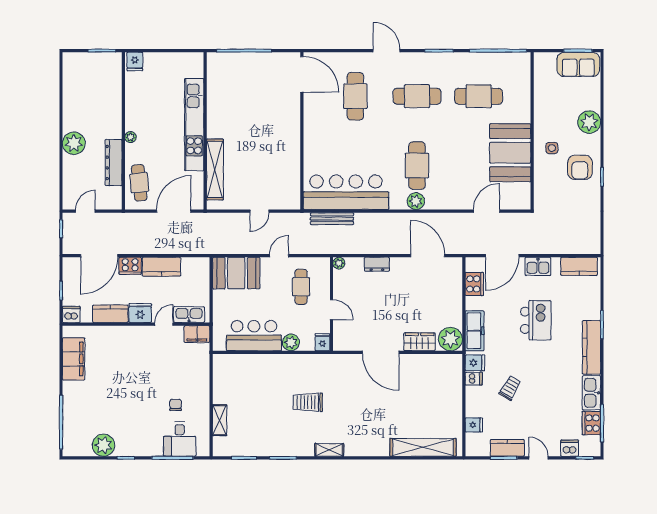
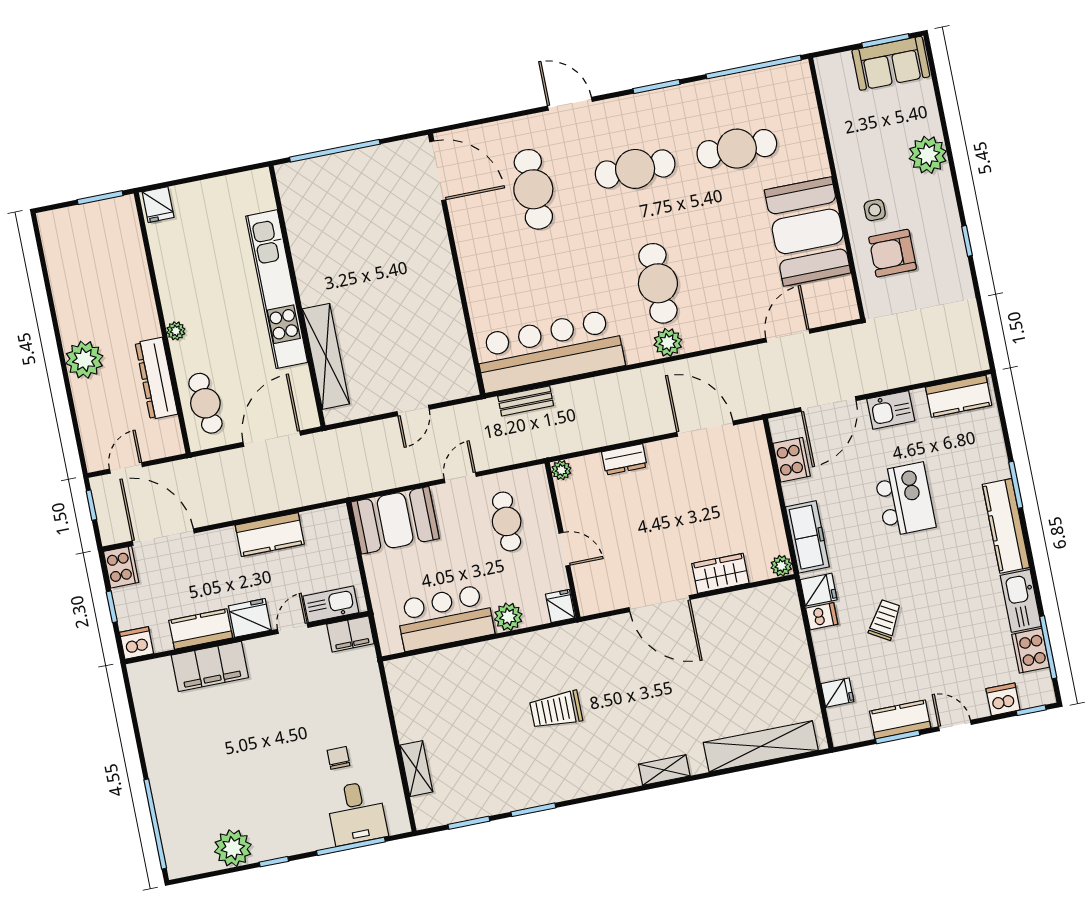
armchair: (580, 167) -> (893, 253), moved, turned 90
bench: (332, 219) -> (526, 401), width x0.73
door: (99, 256) -> (163, 537), swing flipped
cooker: (130, 266) -> (121, 567), moved, turned -90
plant: (450, 339) -> (781, 566), width x0.53, depth x0.53
filing cabinet: (74, 359) -> (210, 666), moved, turned 90
shelving: (329, 450) -> (664, 770), moved

